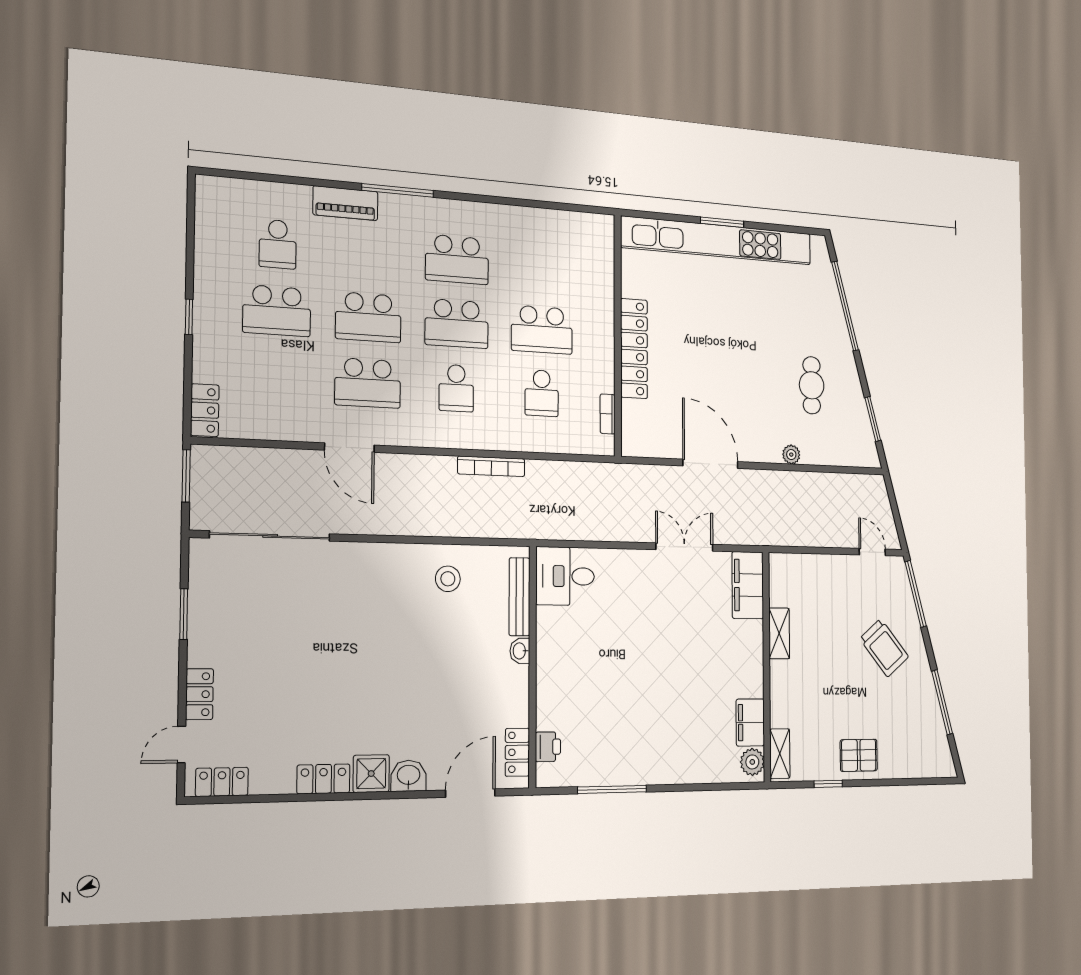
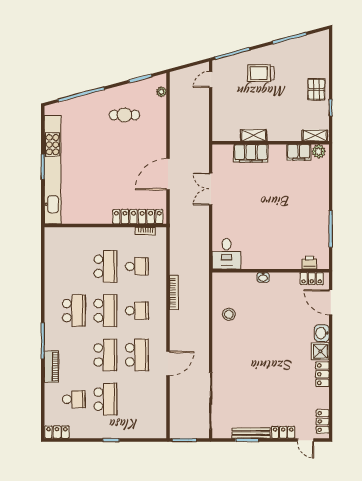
locker: (634, 348) -> (138, 217), moved
locker: (205, 410) -> (57, 432), moved
plant: (791, 455) -> (161, 92), moved
filing cabinet: (748, 585) -> (251, 153), moved
bench: (519, 597) -> (251, 433), moved
trolley: (884, 648) -> (261, 73), turned -140

